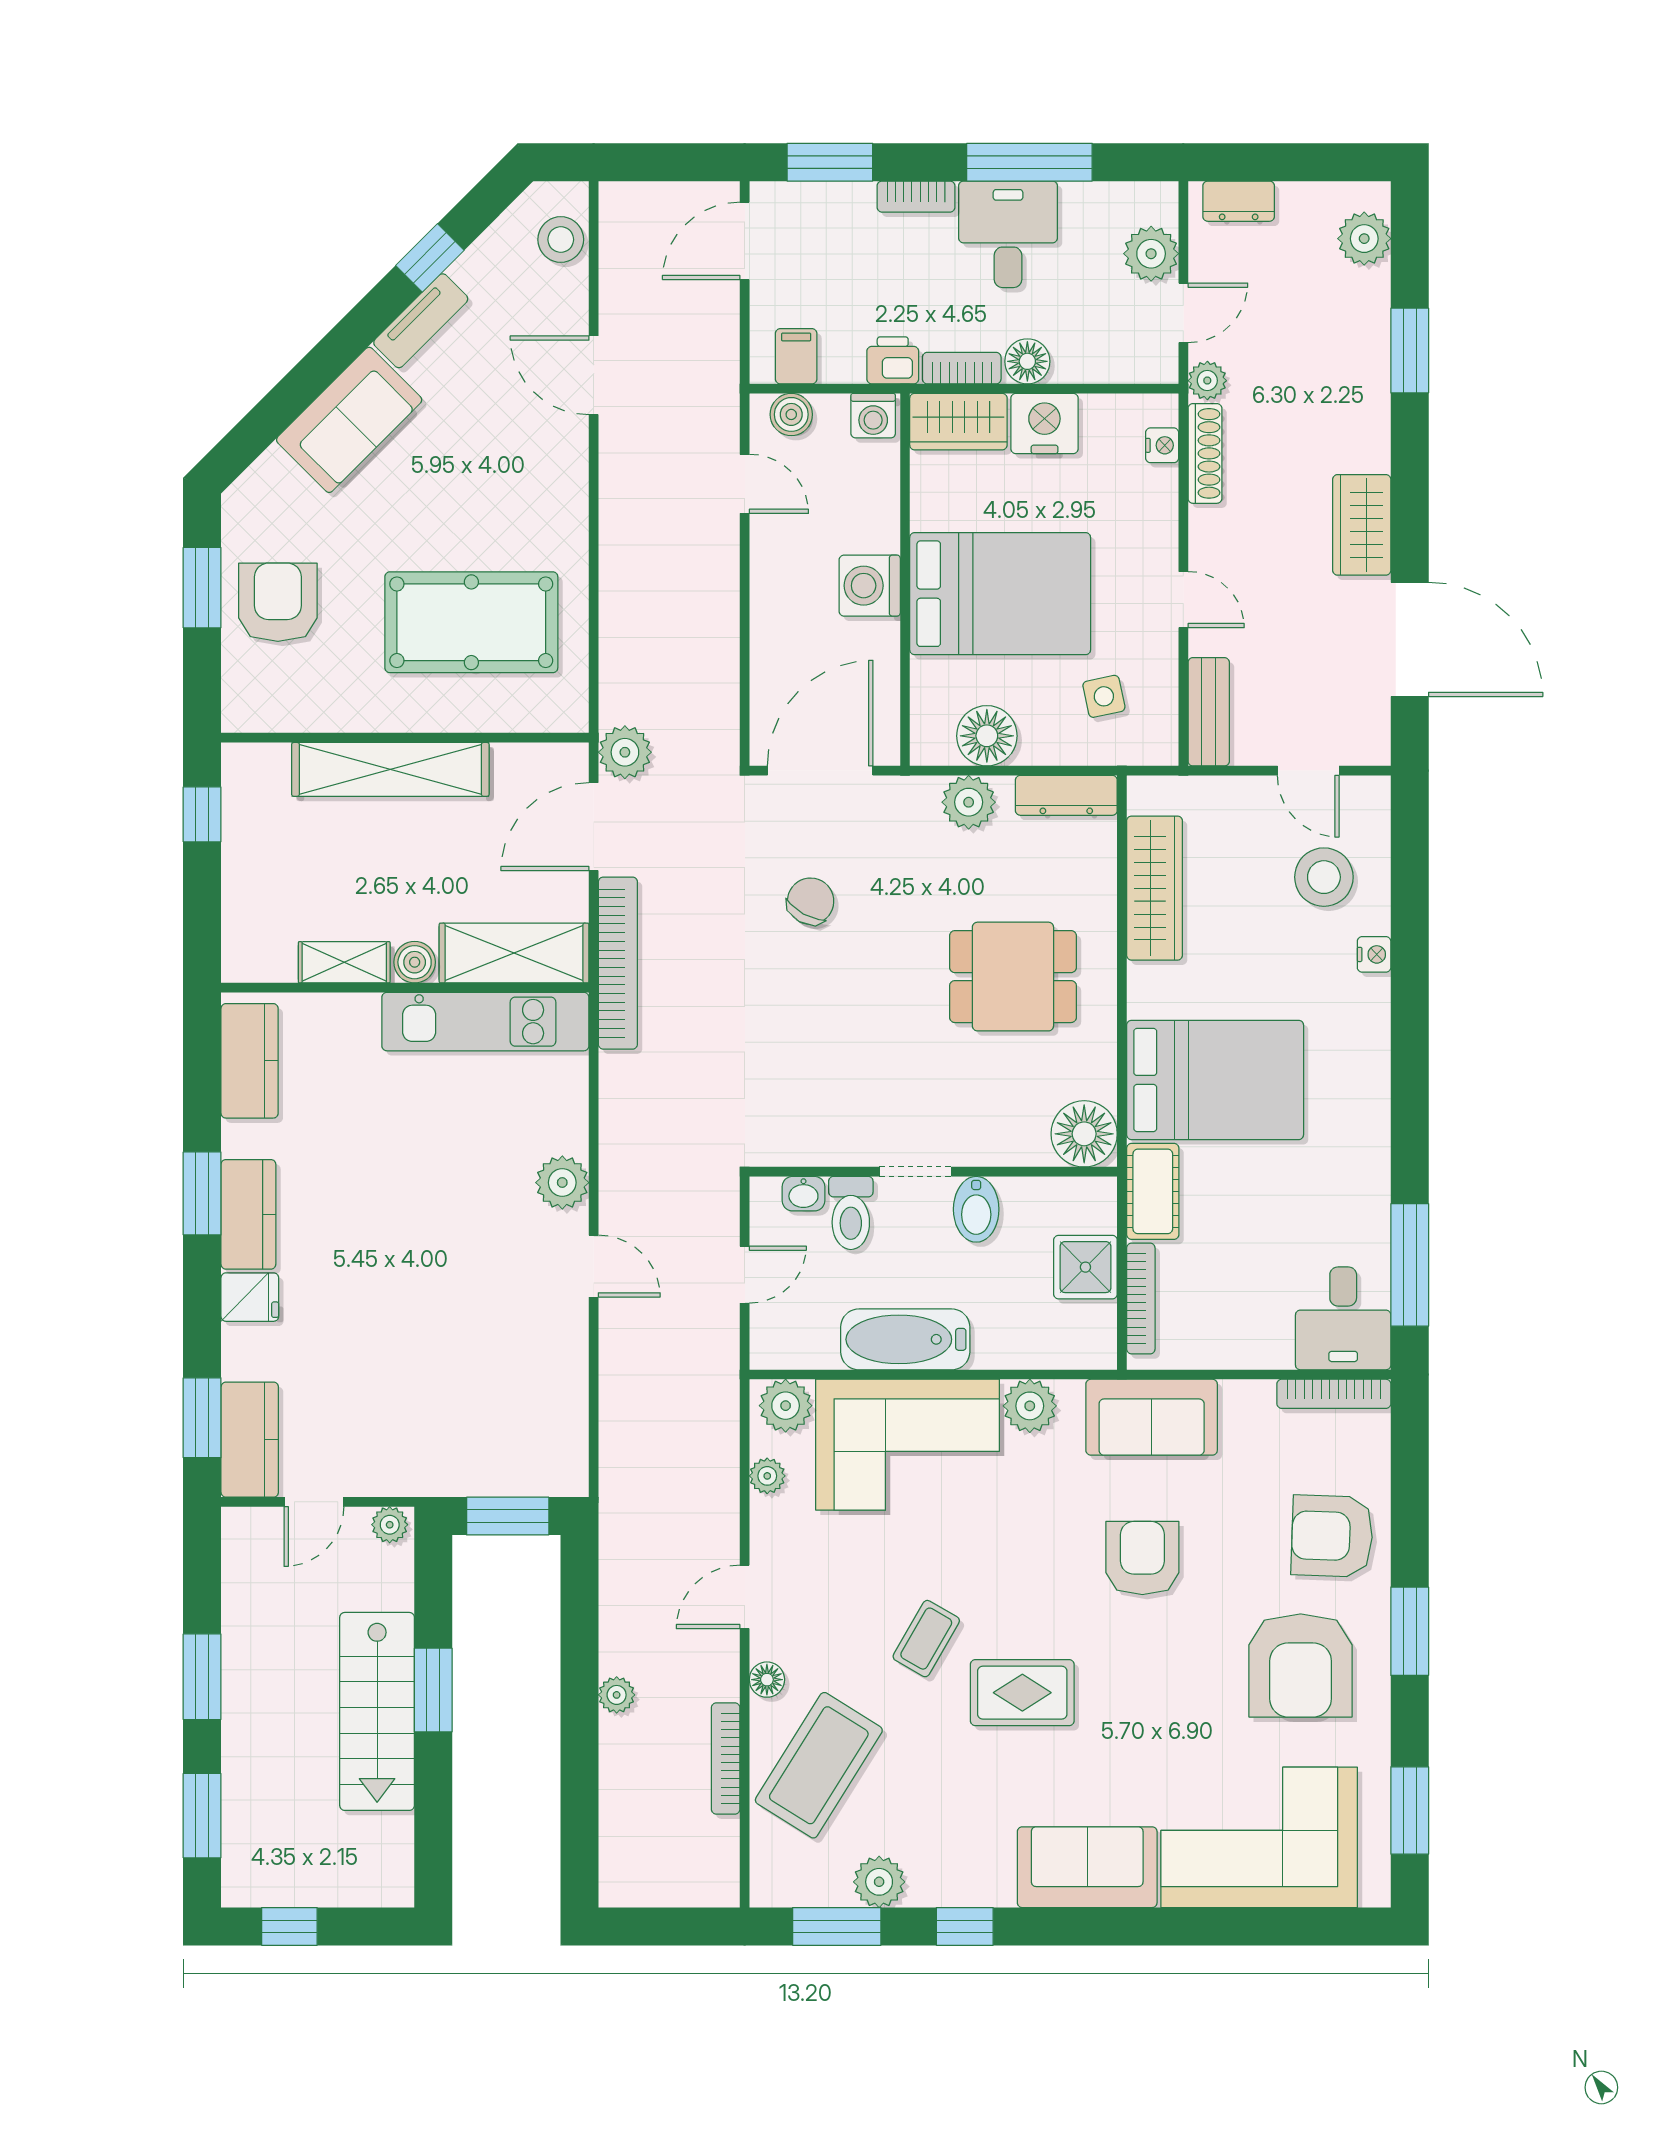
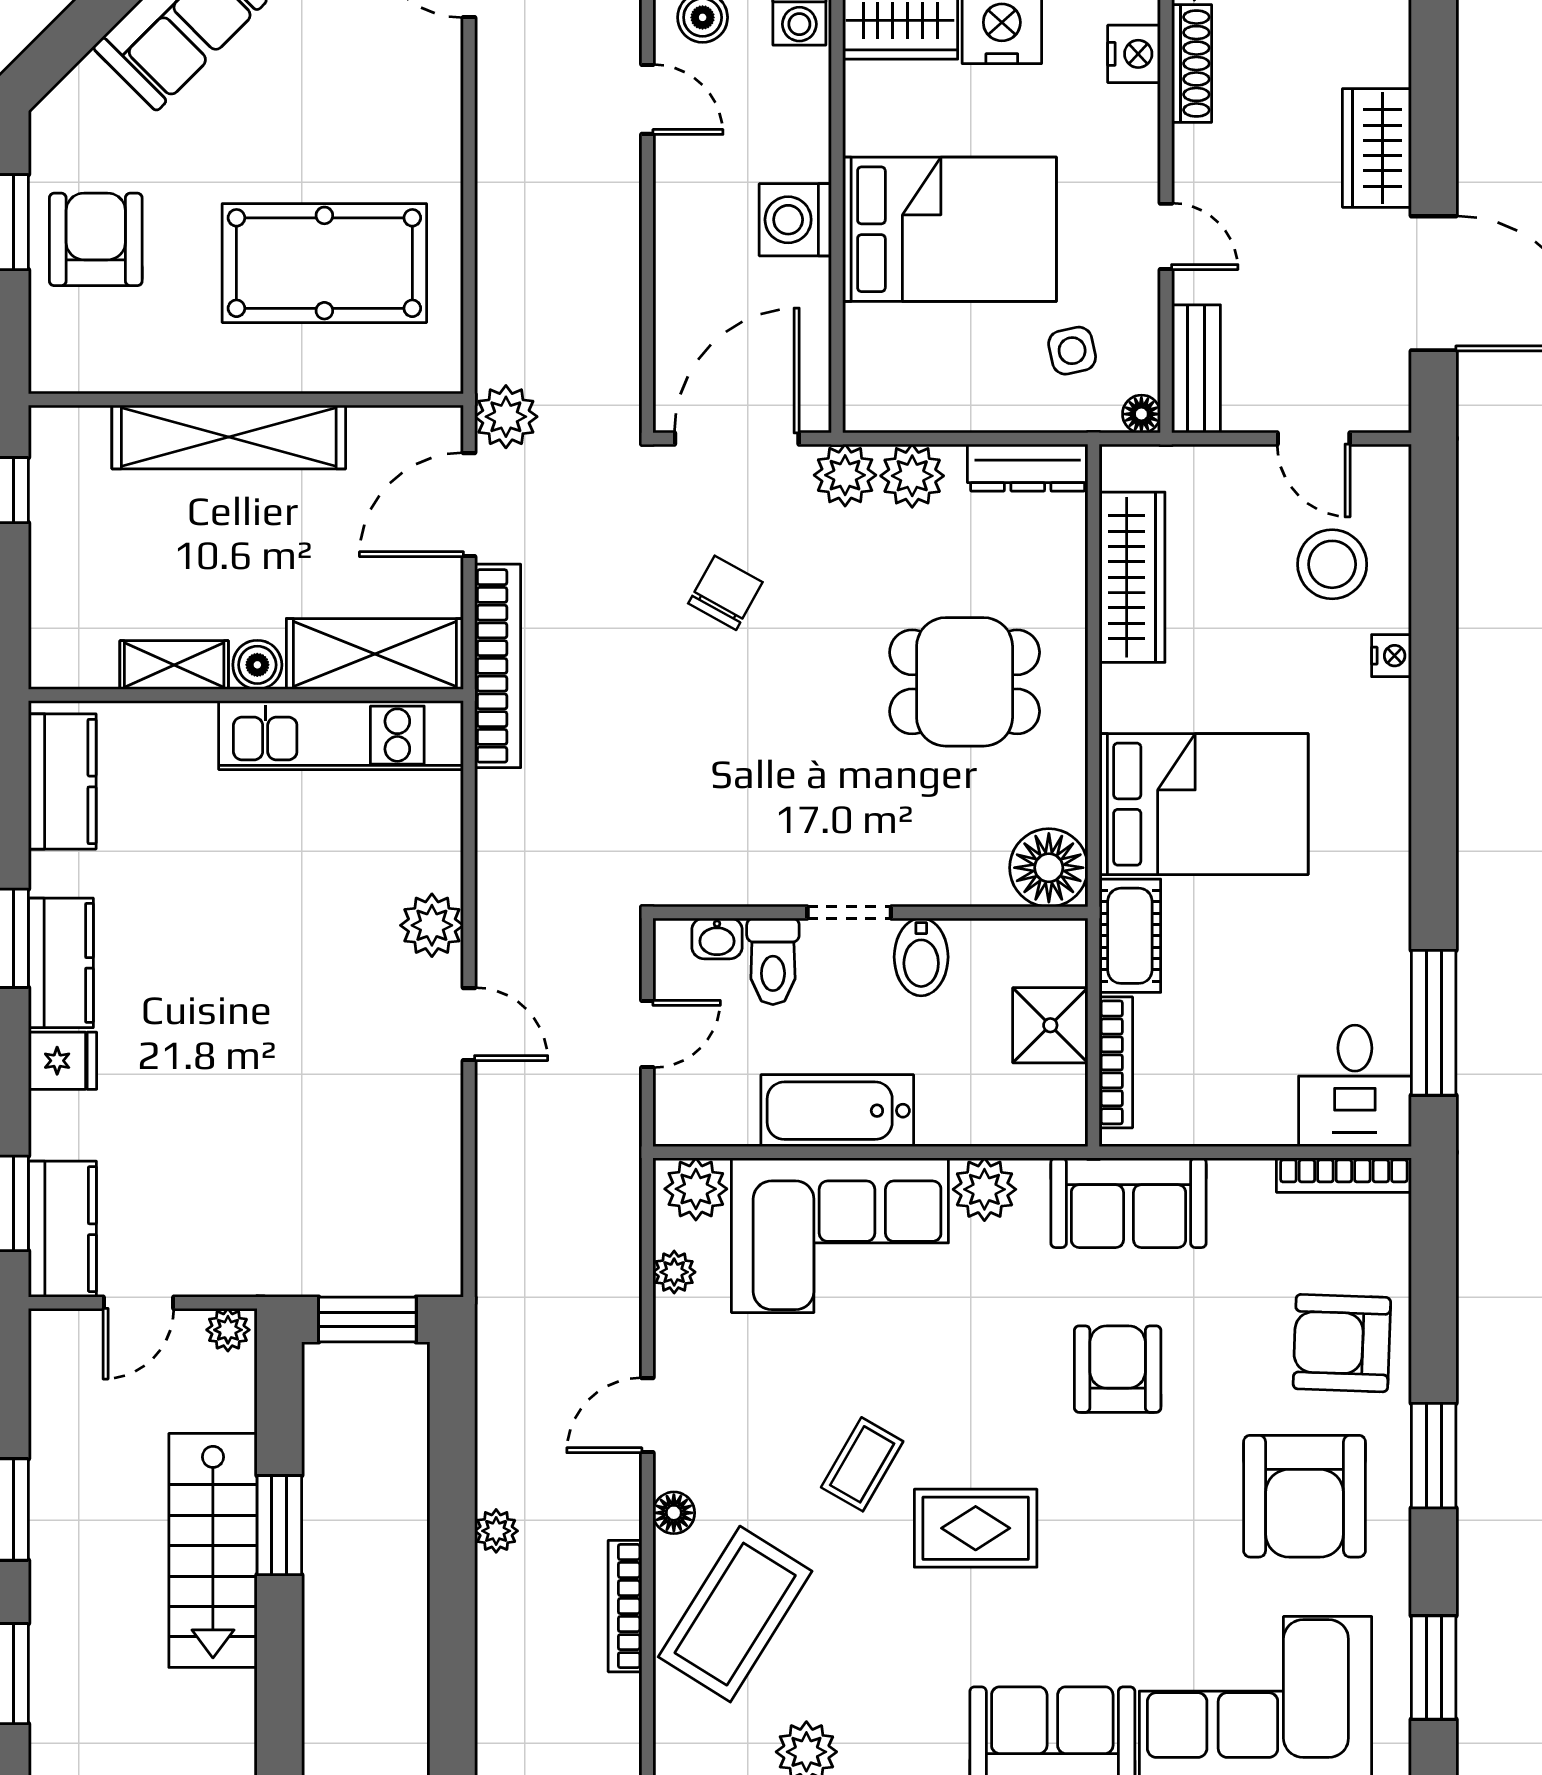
nightstand: (1162, 445) -> (1134, 54), width x1.39, depth x1.35
floor lamp: (987, 736) -> (1141, 414), moved, width x0.53, depth x0.53
plant: (912, 802) -> (845, 475), added

